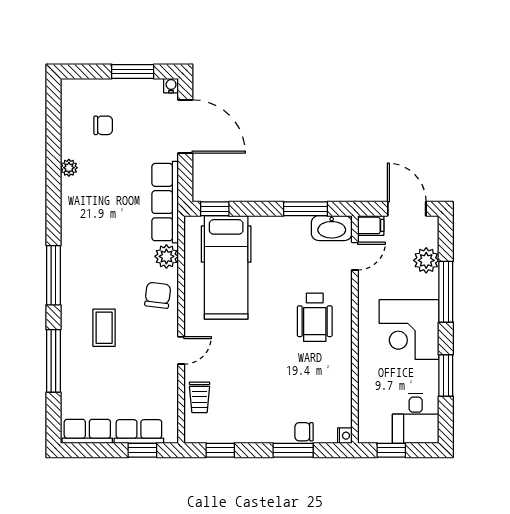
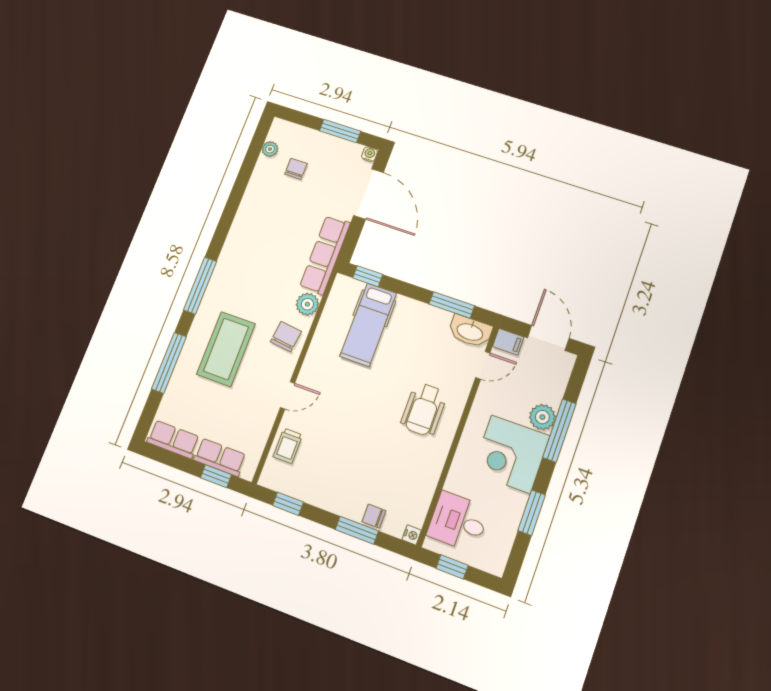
chair: (103, 125) -> (296, 169), turned -90
plant: (69, 168) -> (270, 149), moved
plant: (426, 260) -> (542, 417), moved
hospital bed: (226, 267) -> (368, 325), width x0.73, depth x0.78
coffee table: (104, 328) -> (226, 349), width x1.86, depth x1.72
desk: (416, 418) -> (458, 522), moved, turned 90

